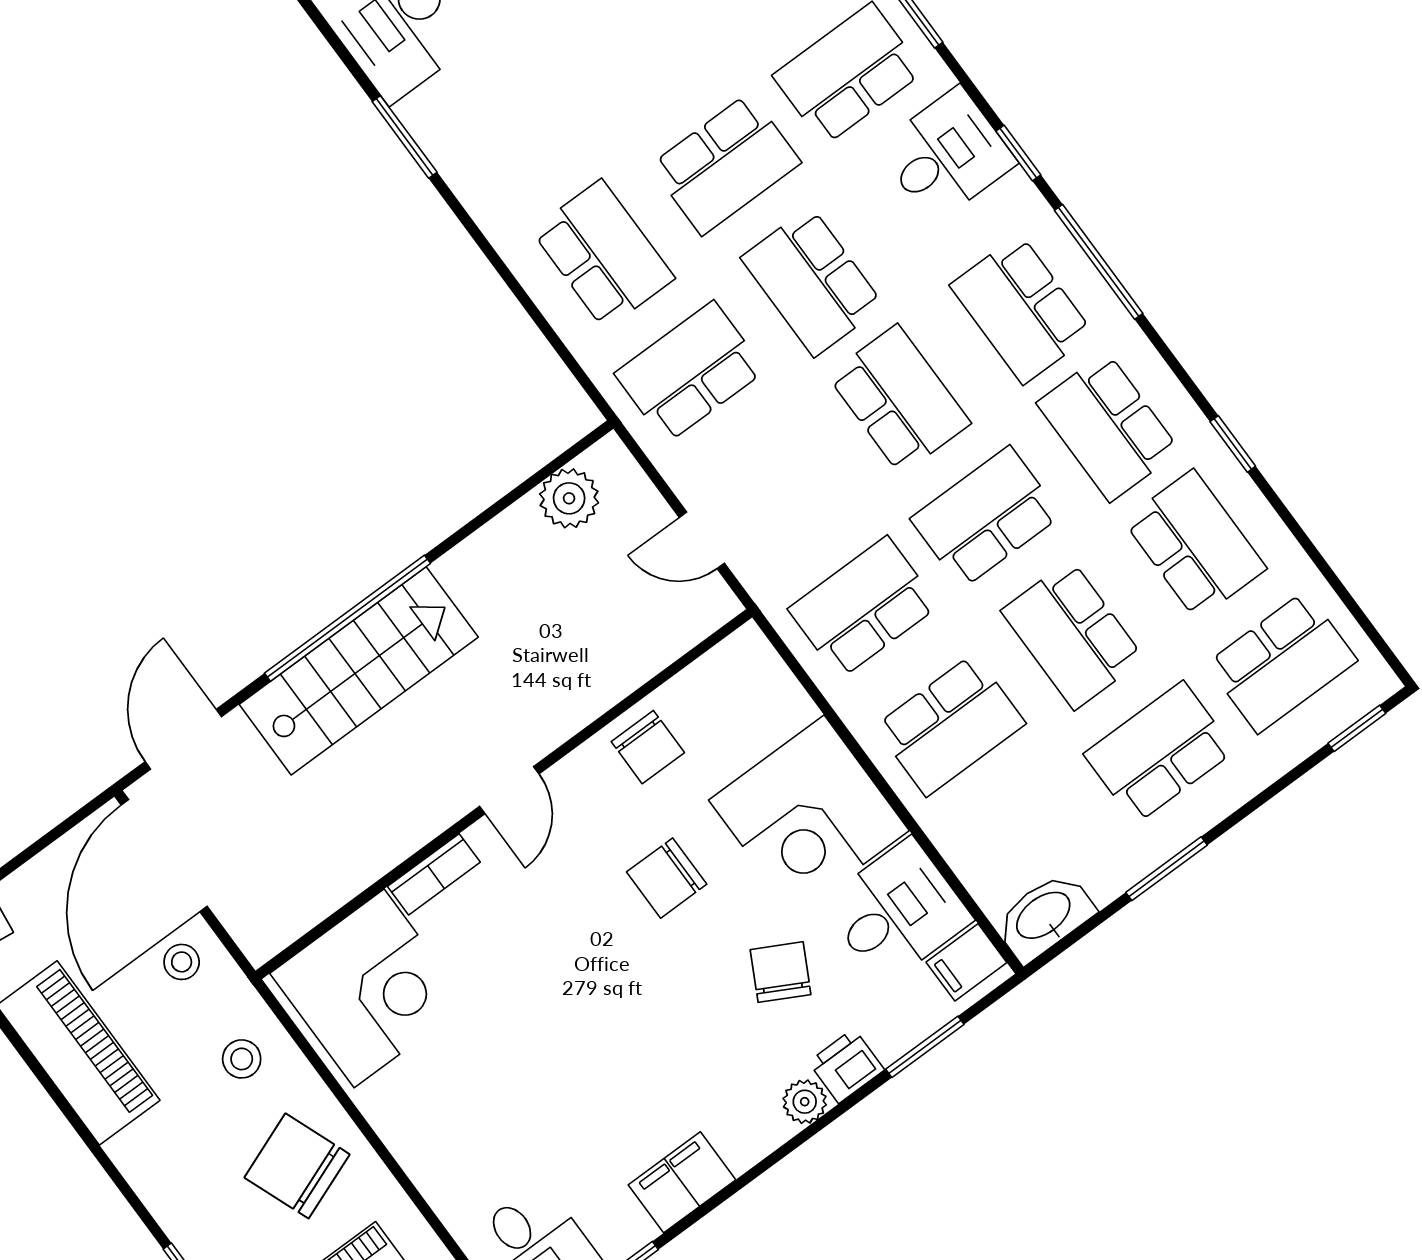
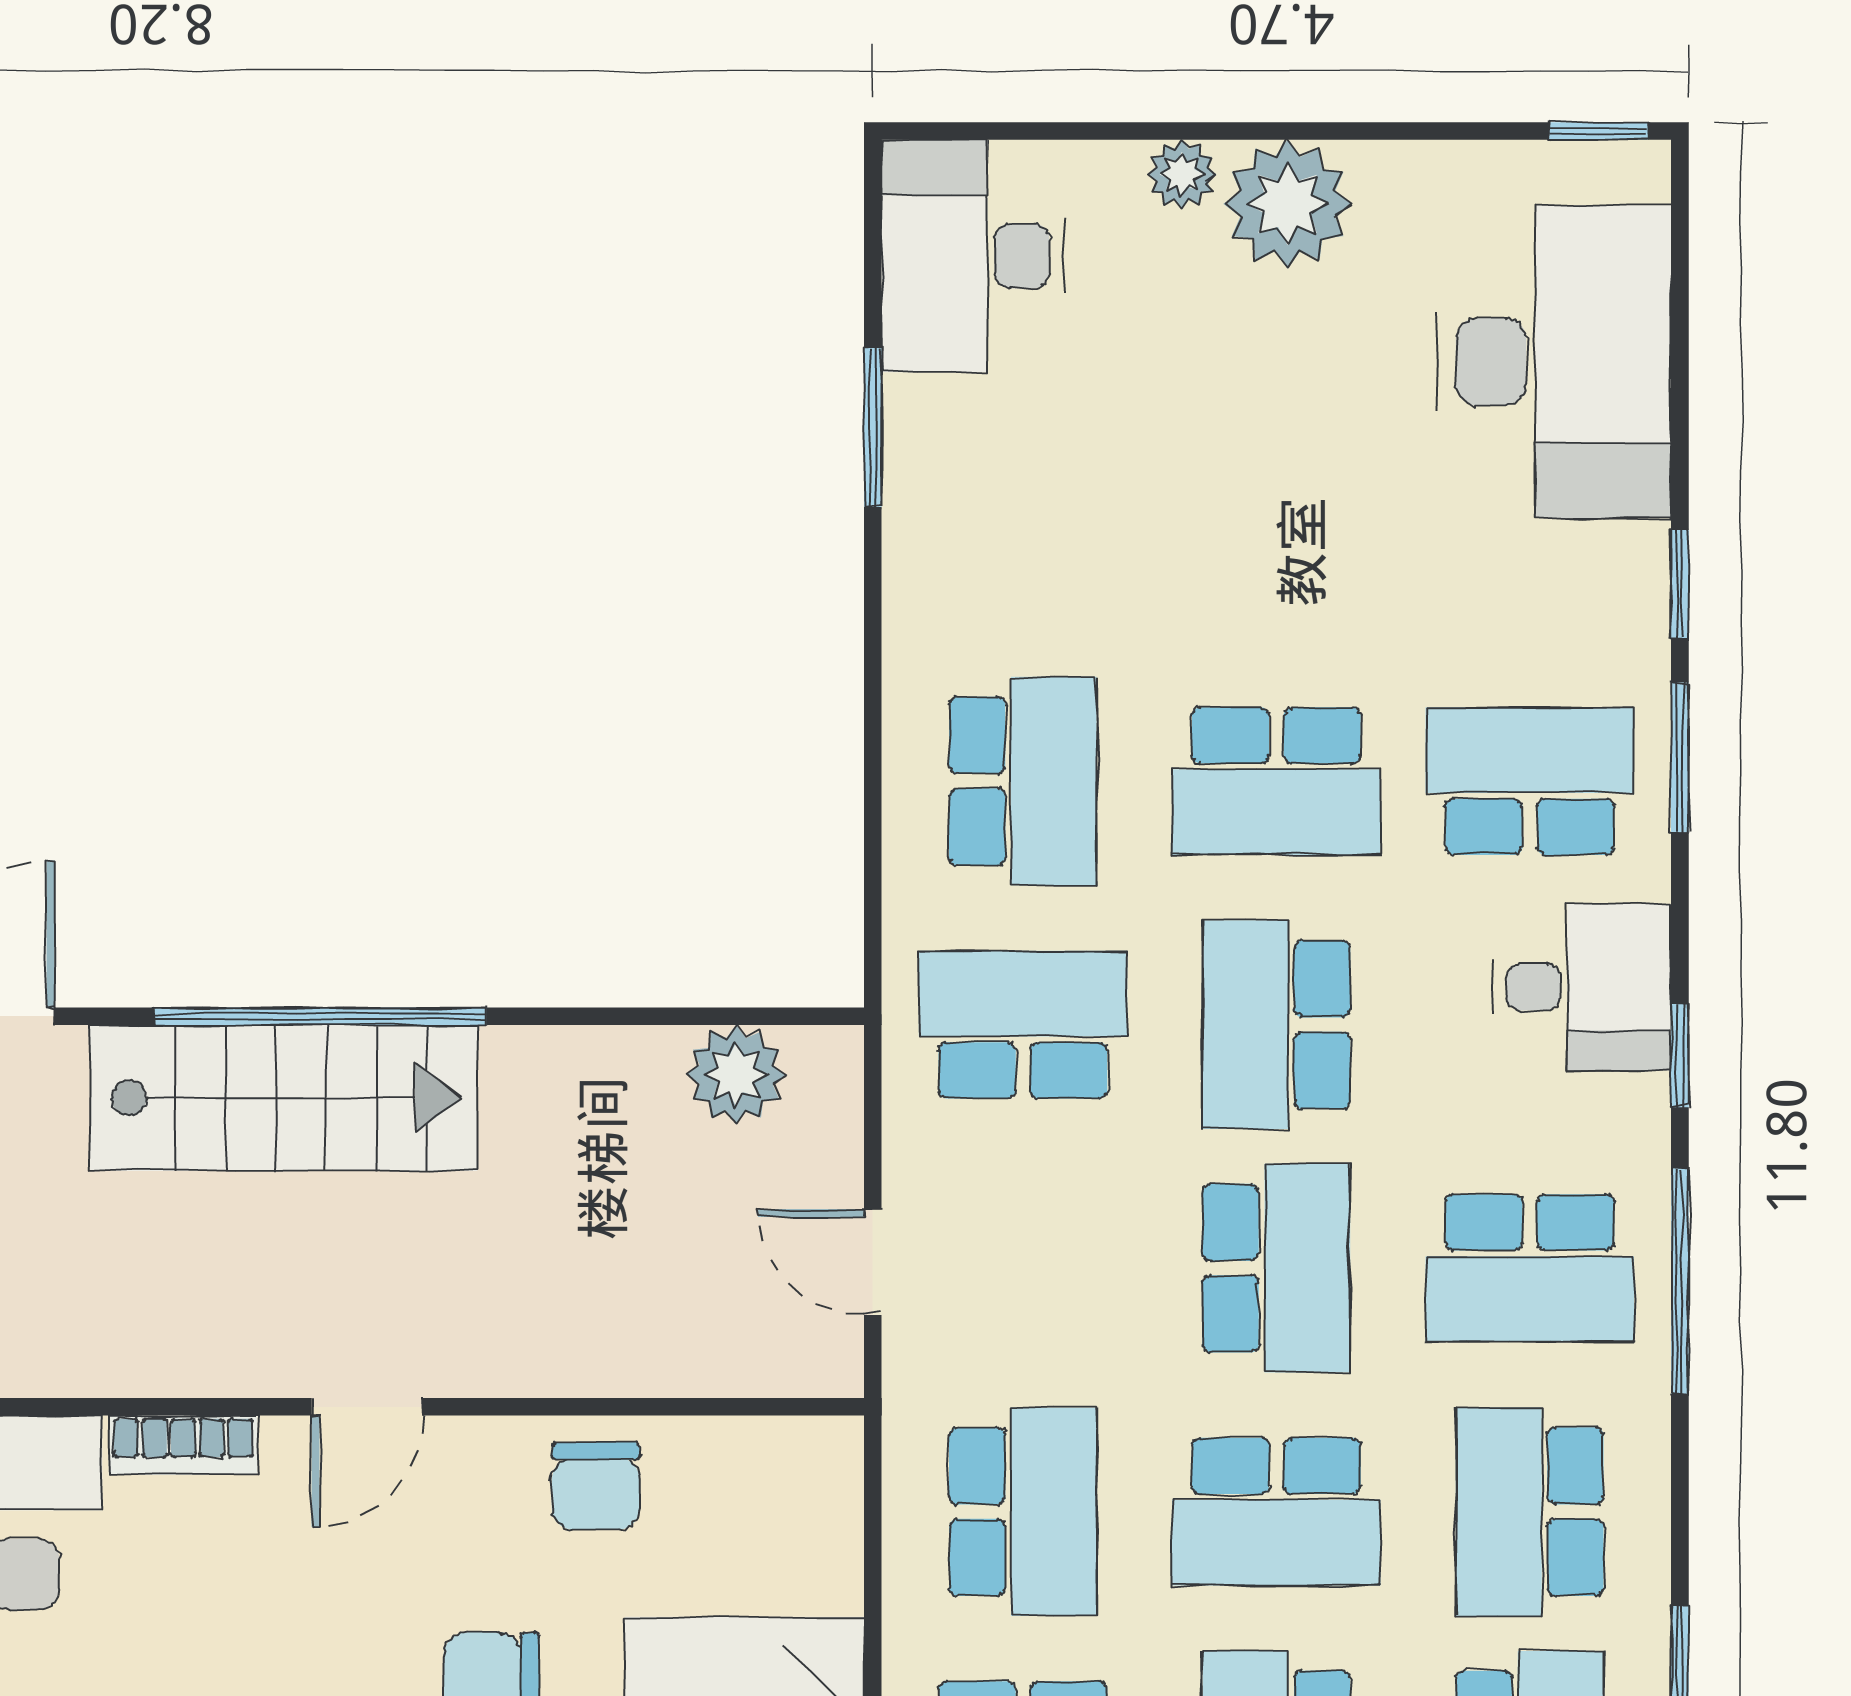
school desk: (1021, 309) -> (1530, 1268), turned -90
school desk: (986, 517) -> (1276, 1512), turned 180
school desk: (863, 607) -> (1023, 1512), turned 90

